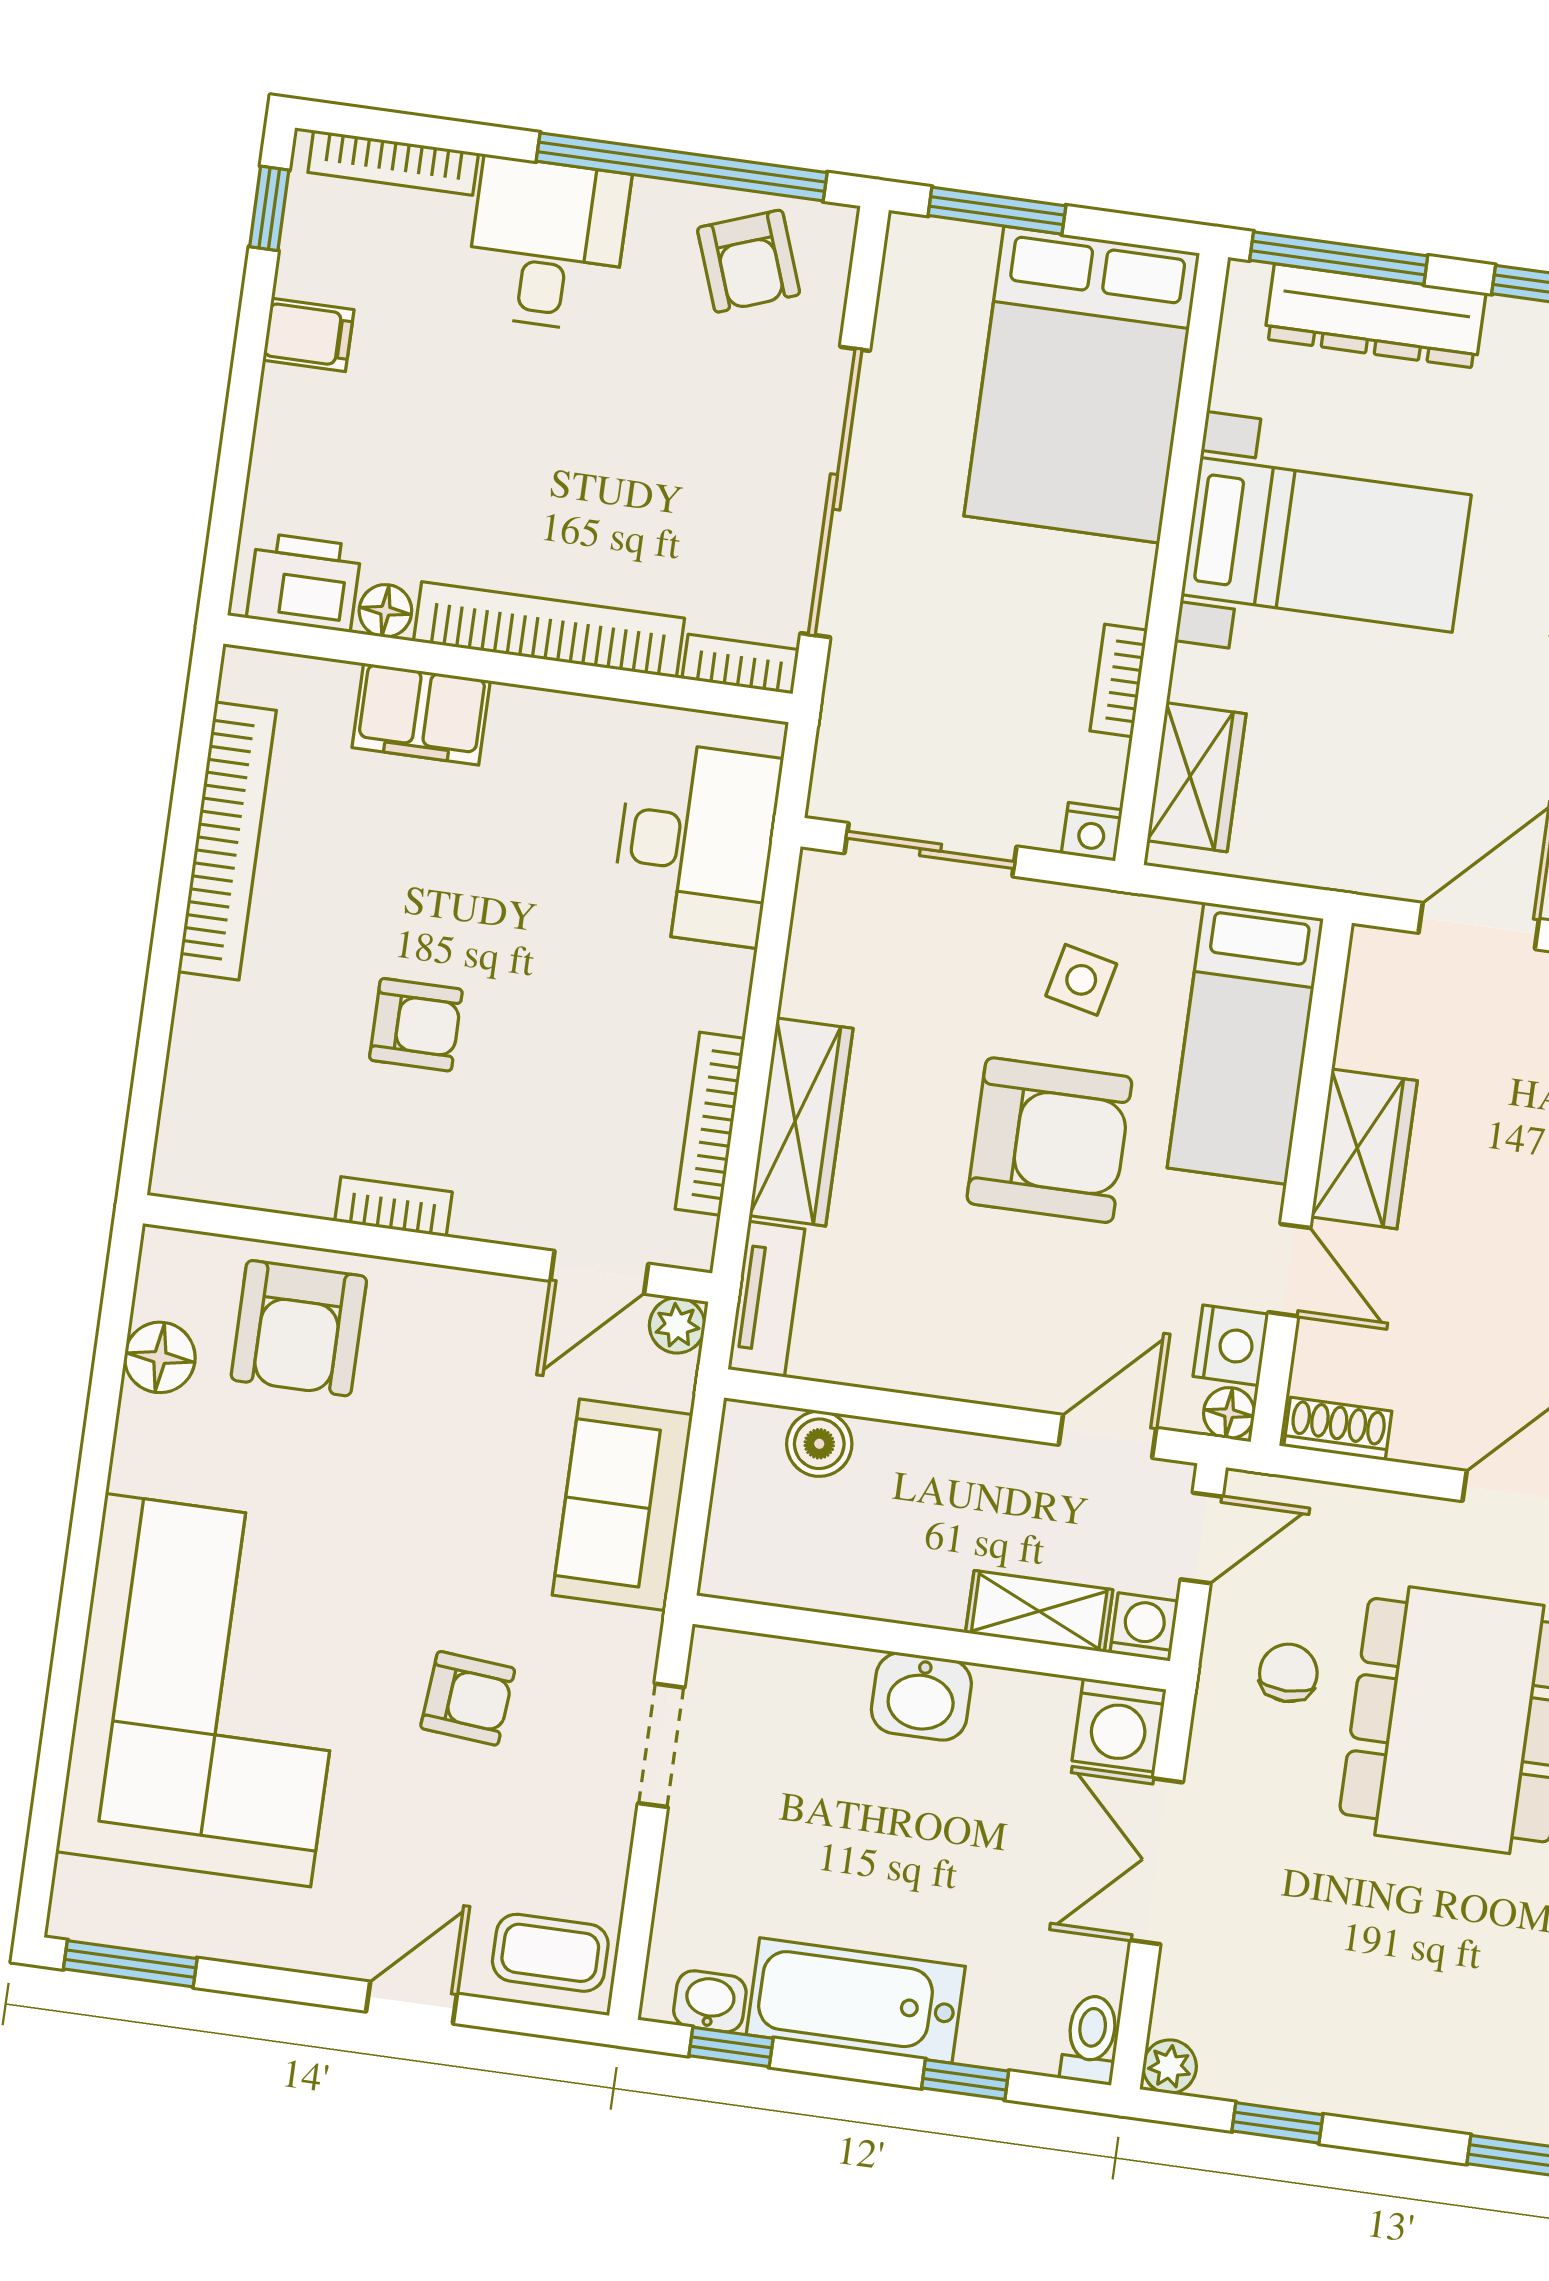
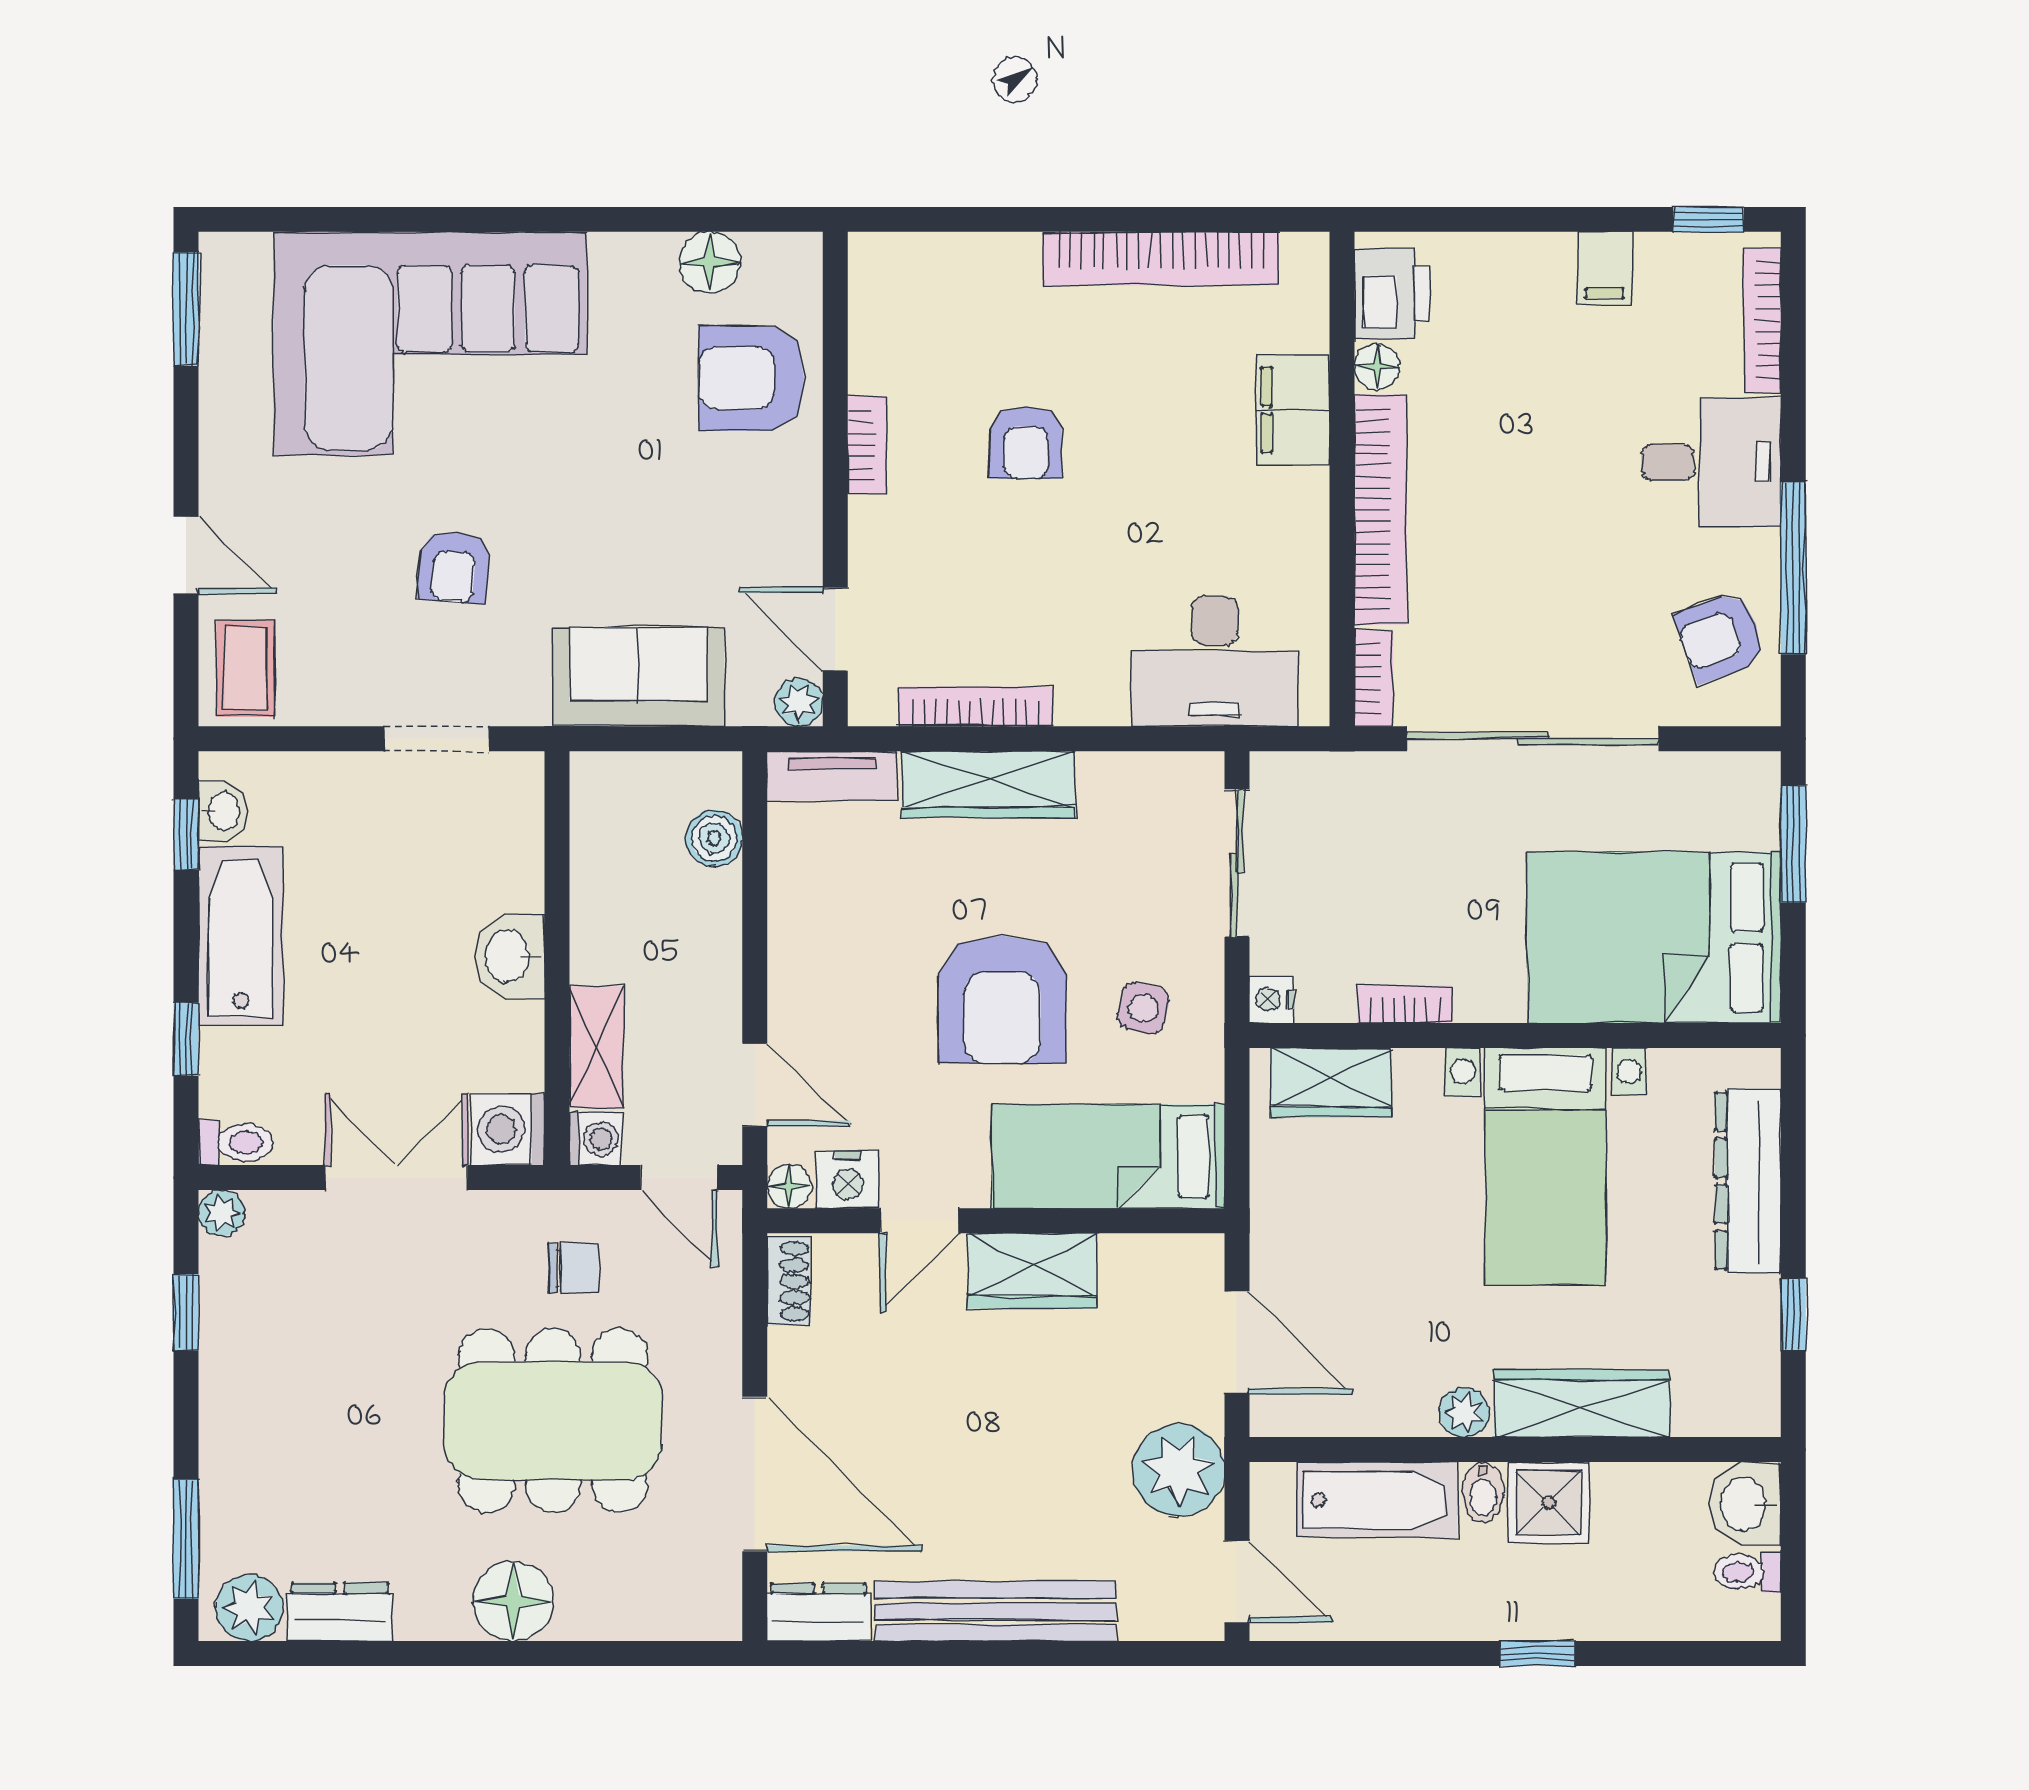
window: (682, 167) -> (1793, 568), width x0.68
window: (1339, 258) -> (1793, 1143), removed

